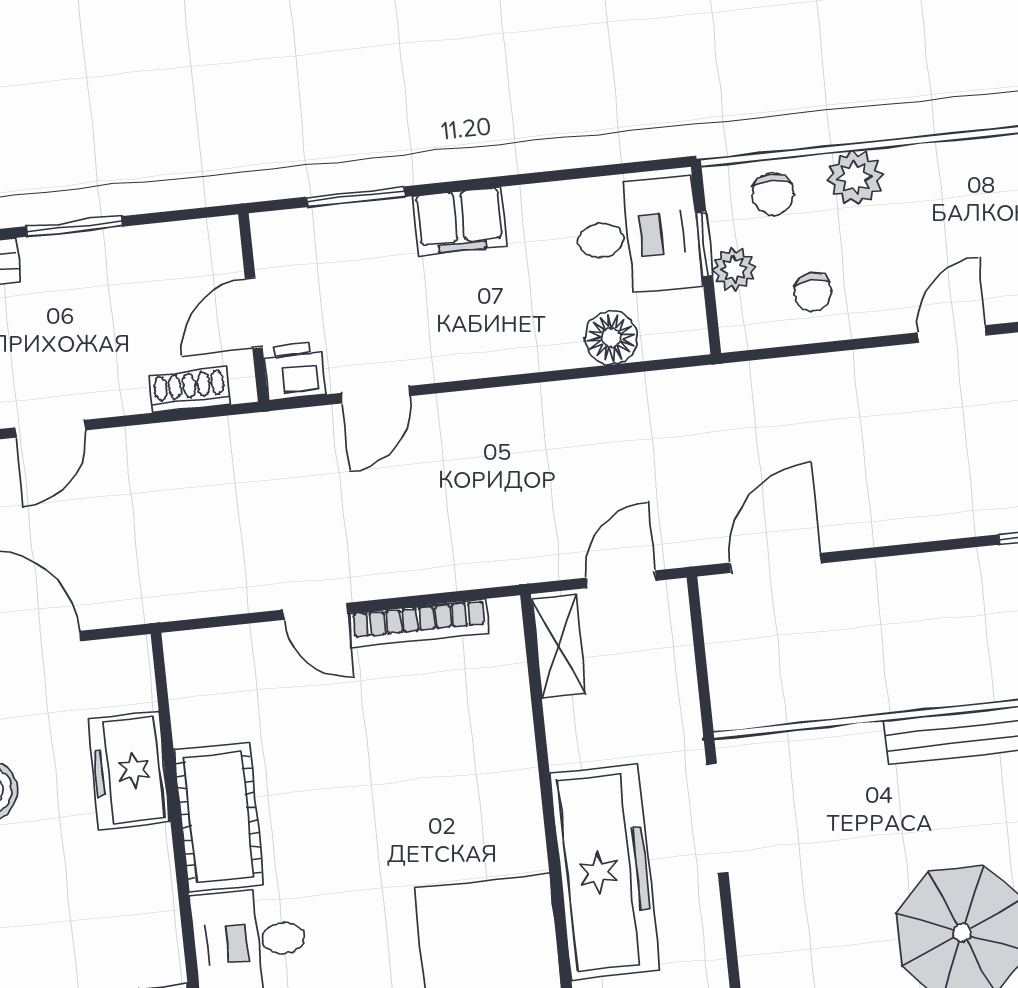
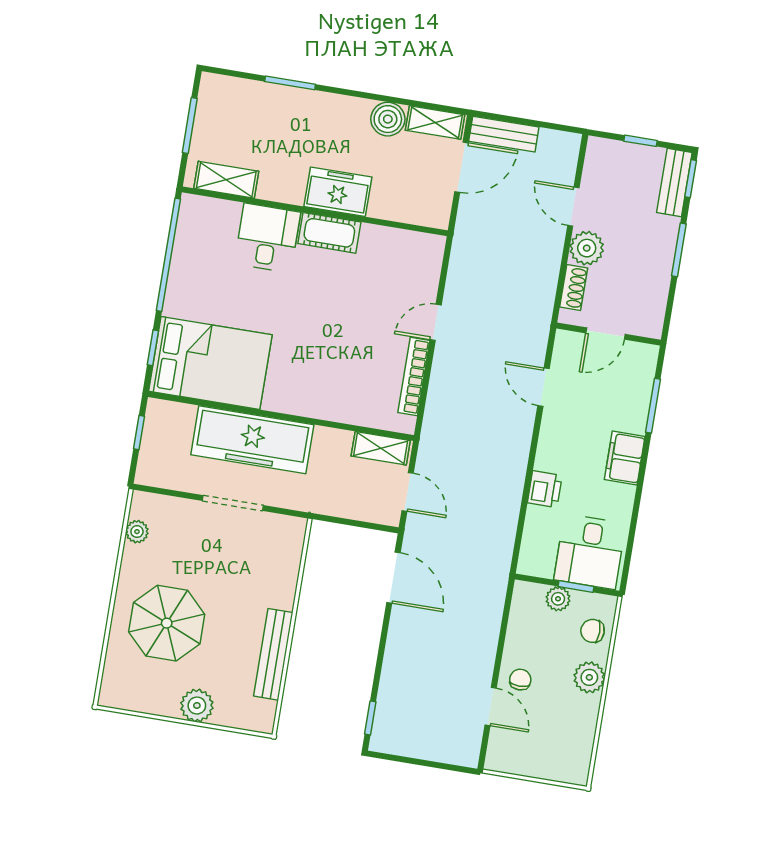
chair: (813, 292) -> (520, 680), moved, turned 90
door: (254, 313) -> (606, 334), swing flipped
floor lamp: (611, 338) -> (539, 522), removed
printer: (295, 371) -> (545, 489), moved
plant: (115, 386) -> (587, 248), added
freezer: (129, 770) -> (338, 192), moved
cot: (219, 817) -> (329, 233), width x0.73, depth x0.75
doorway: (717, 818) -> (233, 503), moved

